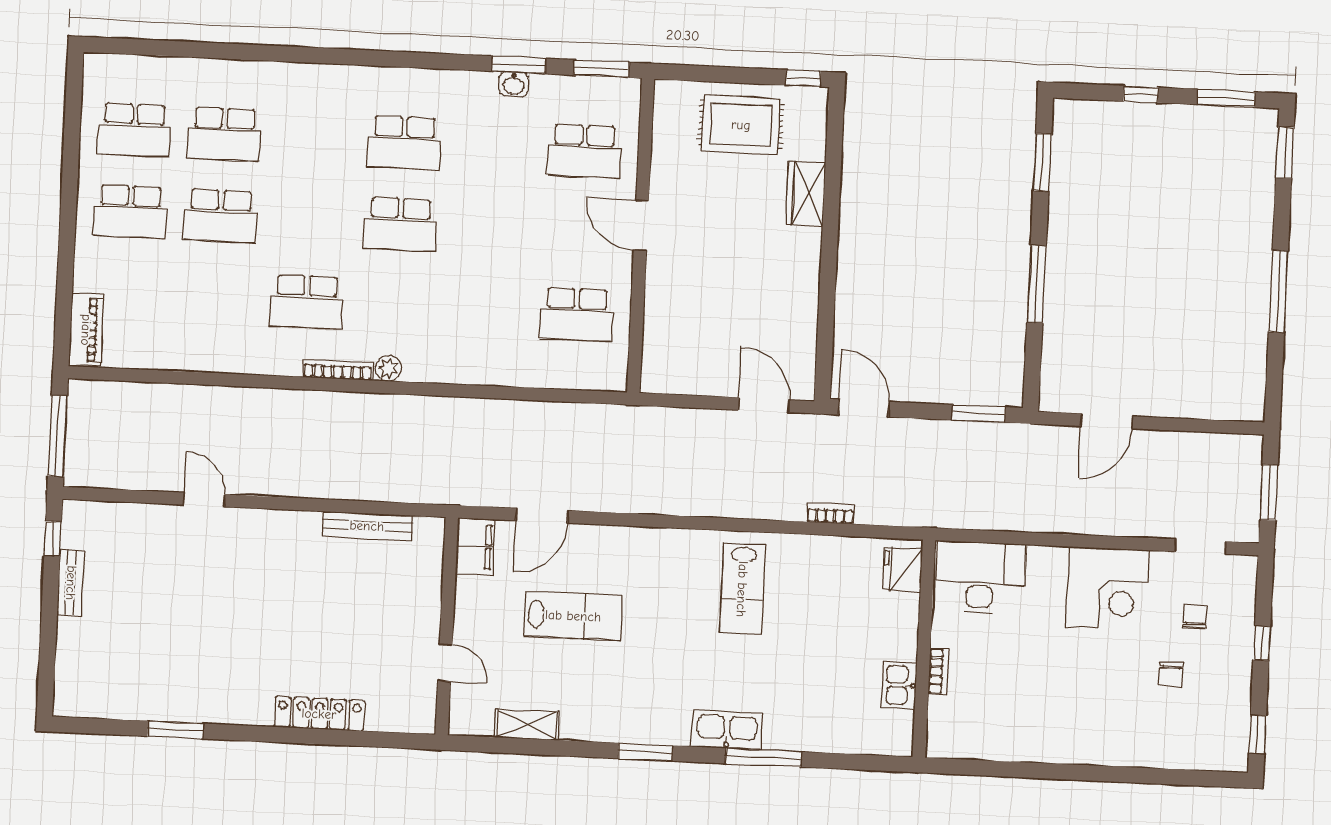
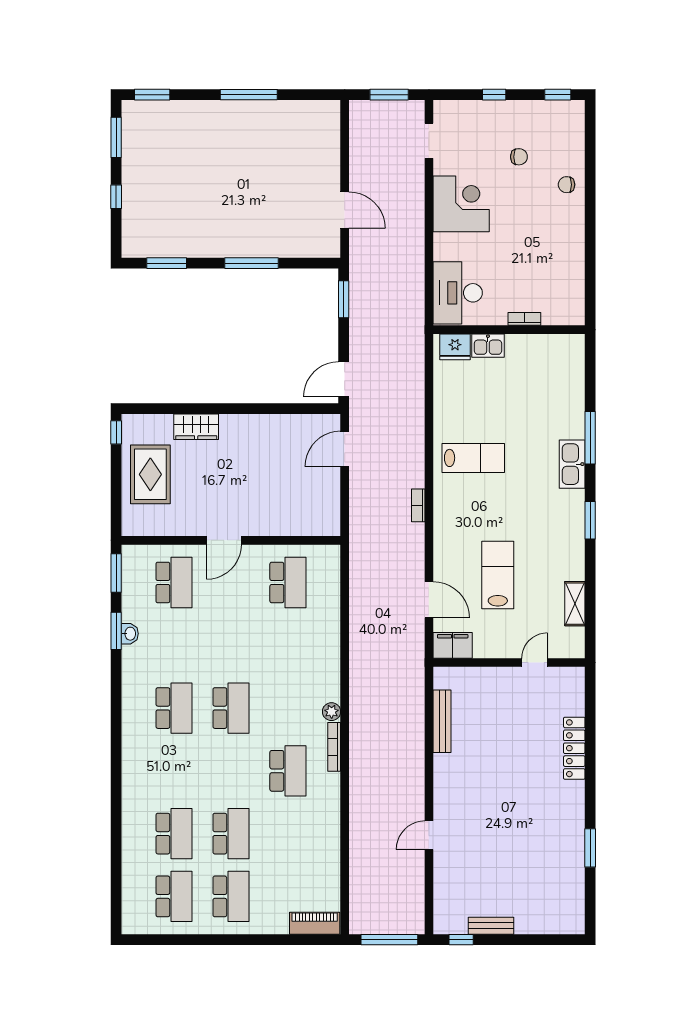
bookcase: (830, 514) -> (418, 505), moved
chair: (1195, 616) -> (567, 185), moved
kitchen sink: (899, 685) -> (488, 346), moved

